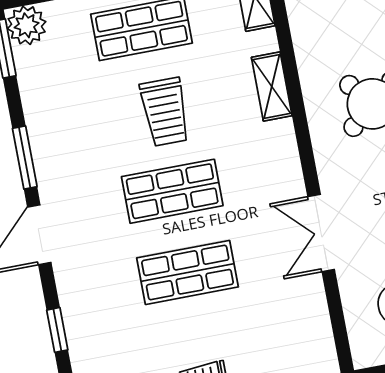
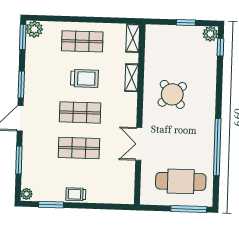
trolley: (165, 112) -> (84, 78), turned -90
window: (57, 330) -> (19, 160), width x1.50

